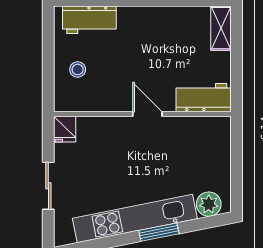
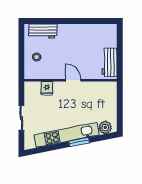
shelving: (221, 28) -> (112, 35), removed
workbench: (204, 98) -> (109, 62), moved, turned -90
fridge: (65, 129) -> (47, 88), moved

